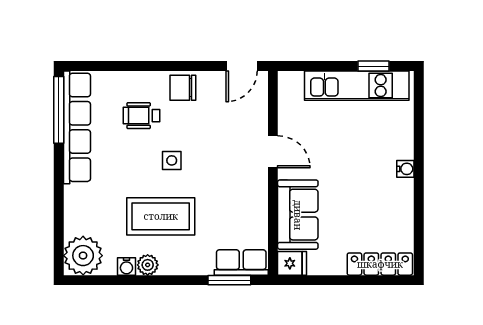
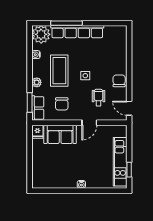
window: (59, 110) -> (67, 23), moved
wheelchair: (141, 116) -> (99, 97), moved
row of seats: (77, 127) -> (77, 32), moved
chair: (232, 211) -> (62, 104), added
locker: (380, 264) -> (37, 173), removed
plant: (148, 265) -> (37, 82), moved

